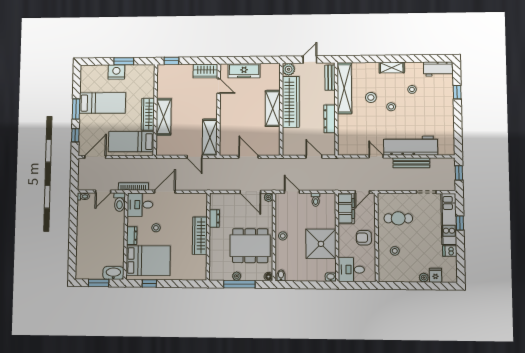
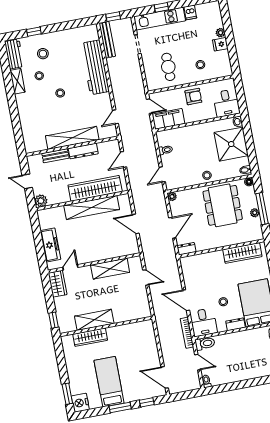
window: (124, 61) -> (67, 394), moved
shelving: (392, 68) -> (17, 81), moved
nightstand: (116, 72) -> (80, 403), moved
bench: (330, 78) -> (55, 156), moved
shelving: (344, 88) -> (72, 138), moved
stool: (371, 97) -> (43, 54), moved
wardrobe: (291, 102) -> (95, 188), moved
shelving: (273, 109) -> (92, 207), width x1.47
wardrobe: (148, 114) -> (90, 337), moved
shelving: (164, 117) -> (94, 320), moved
shelving: (210, 137) -> (110, 269), moved
bed: (131, 142) -> (143, 344), removed
door: (195, 157) -> (146, 277), hinge flipped
door: (248, 157) -> (136, 224), hinge flipped
door: (376, 157) -> (115, 117), moved
bench: (411, 163) -> (107, 40), moved
door: (250, 192) -> (172, 228), moved
dresser: (214, 219) -> (186, 249), moved
wardrobe: (200, 236) -> (242, 253), moved
armchair: (364, 238) -> (193, 97), turned -90
shower: (321, 244) -> (231, 144), moved
fridge: (435, 275) -> (220, 44), moved

